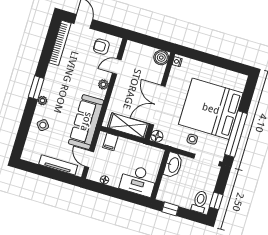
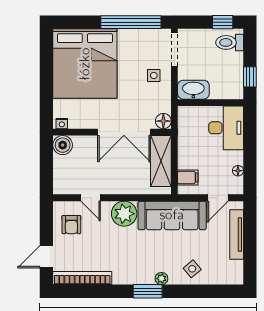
plant: (103, 84) -> (124, 214), width x1.87, depth x1.87
bed: (211, 109) -> (85, 64), moved

